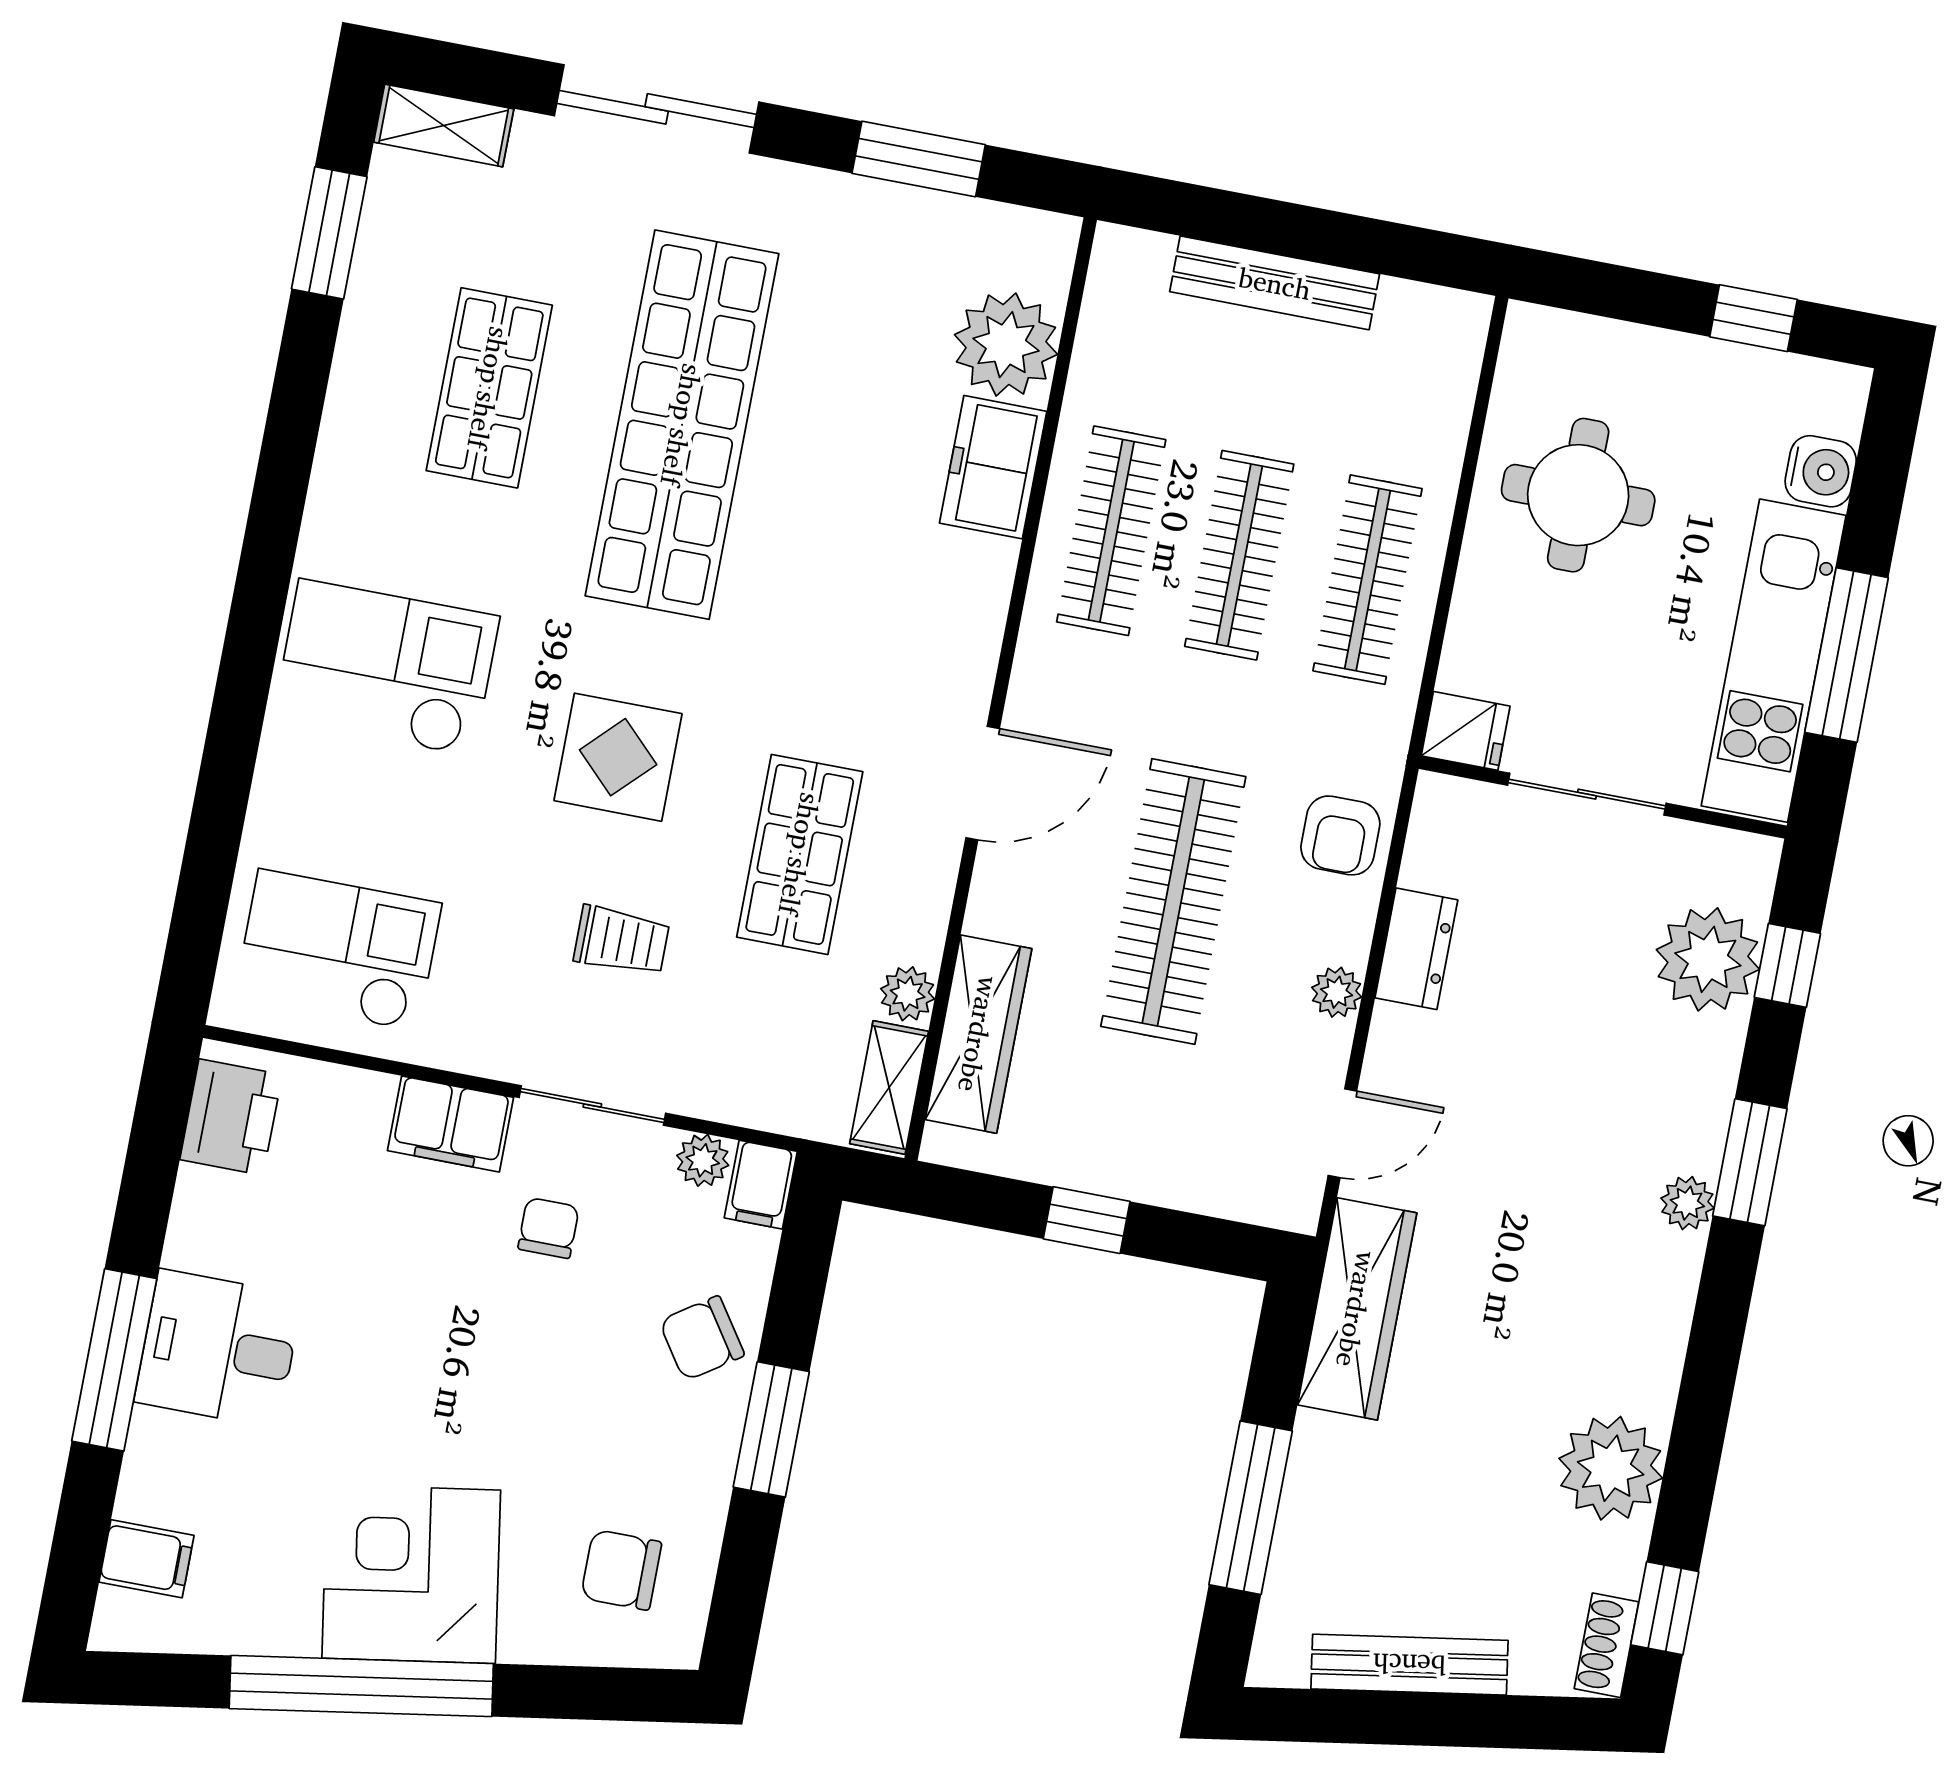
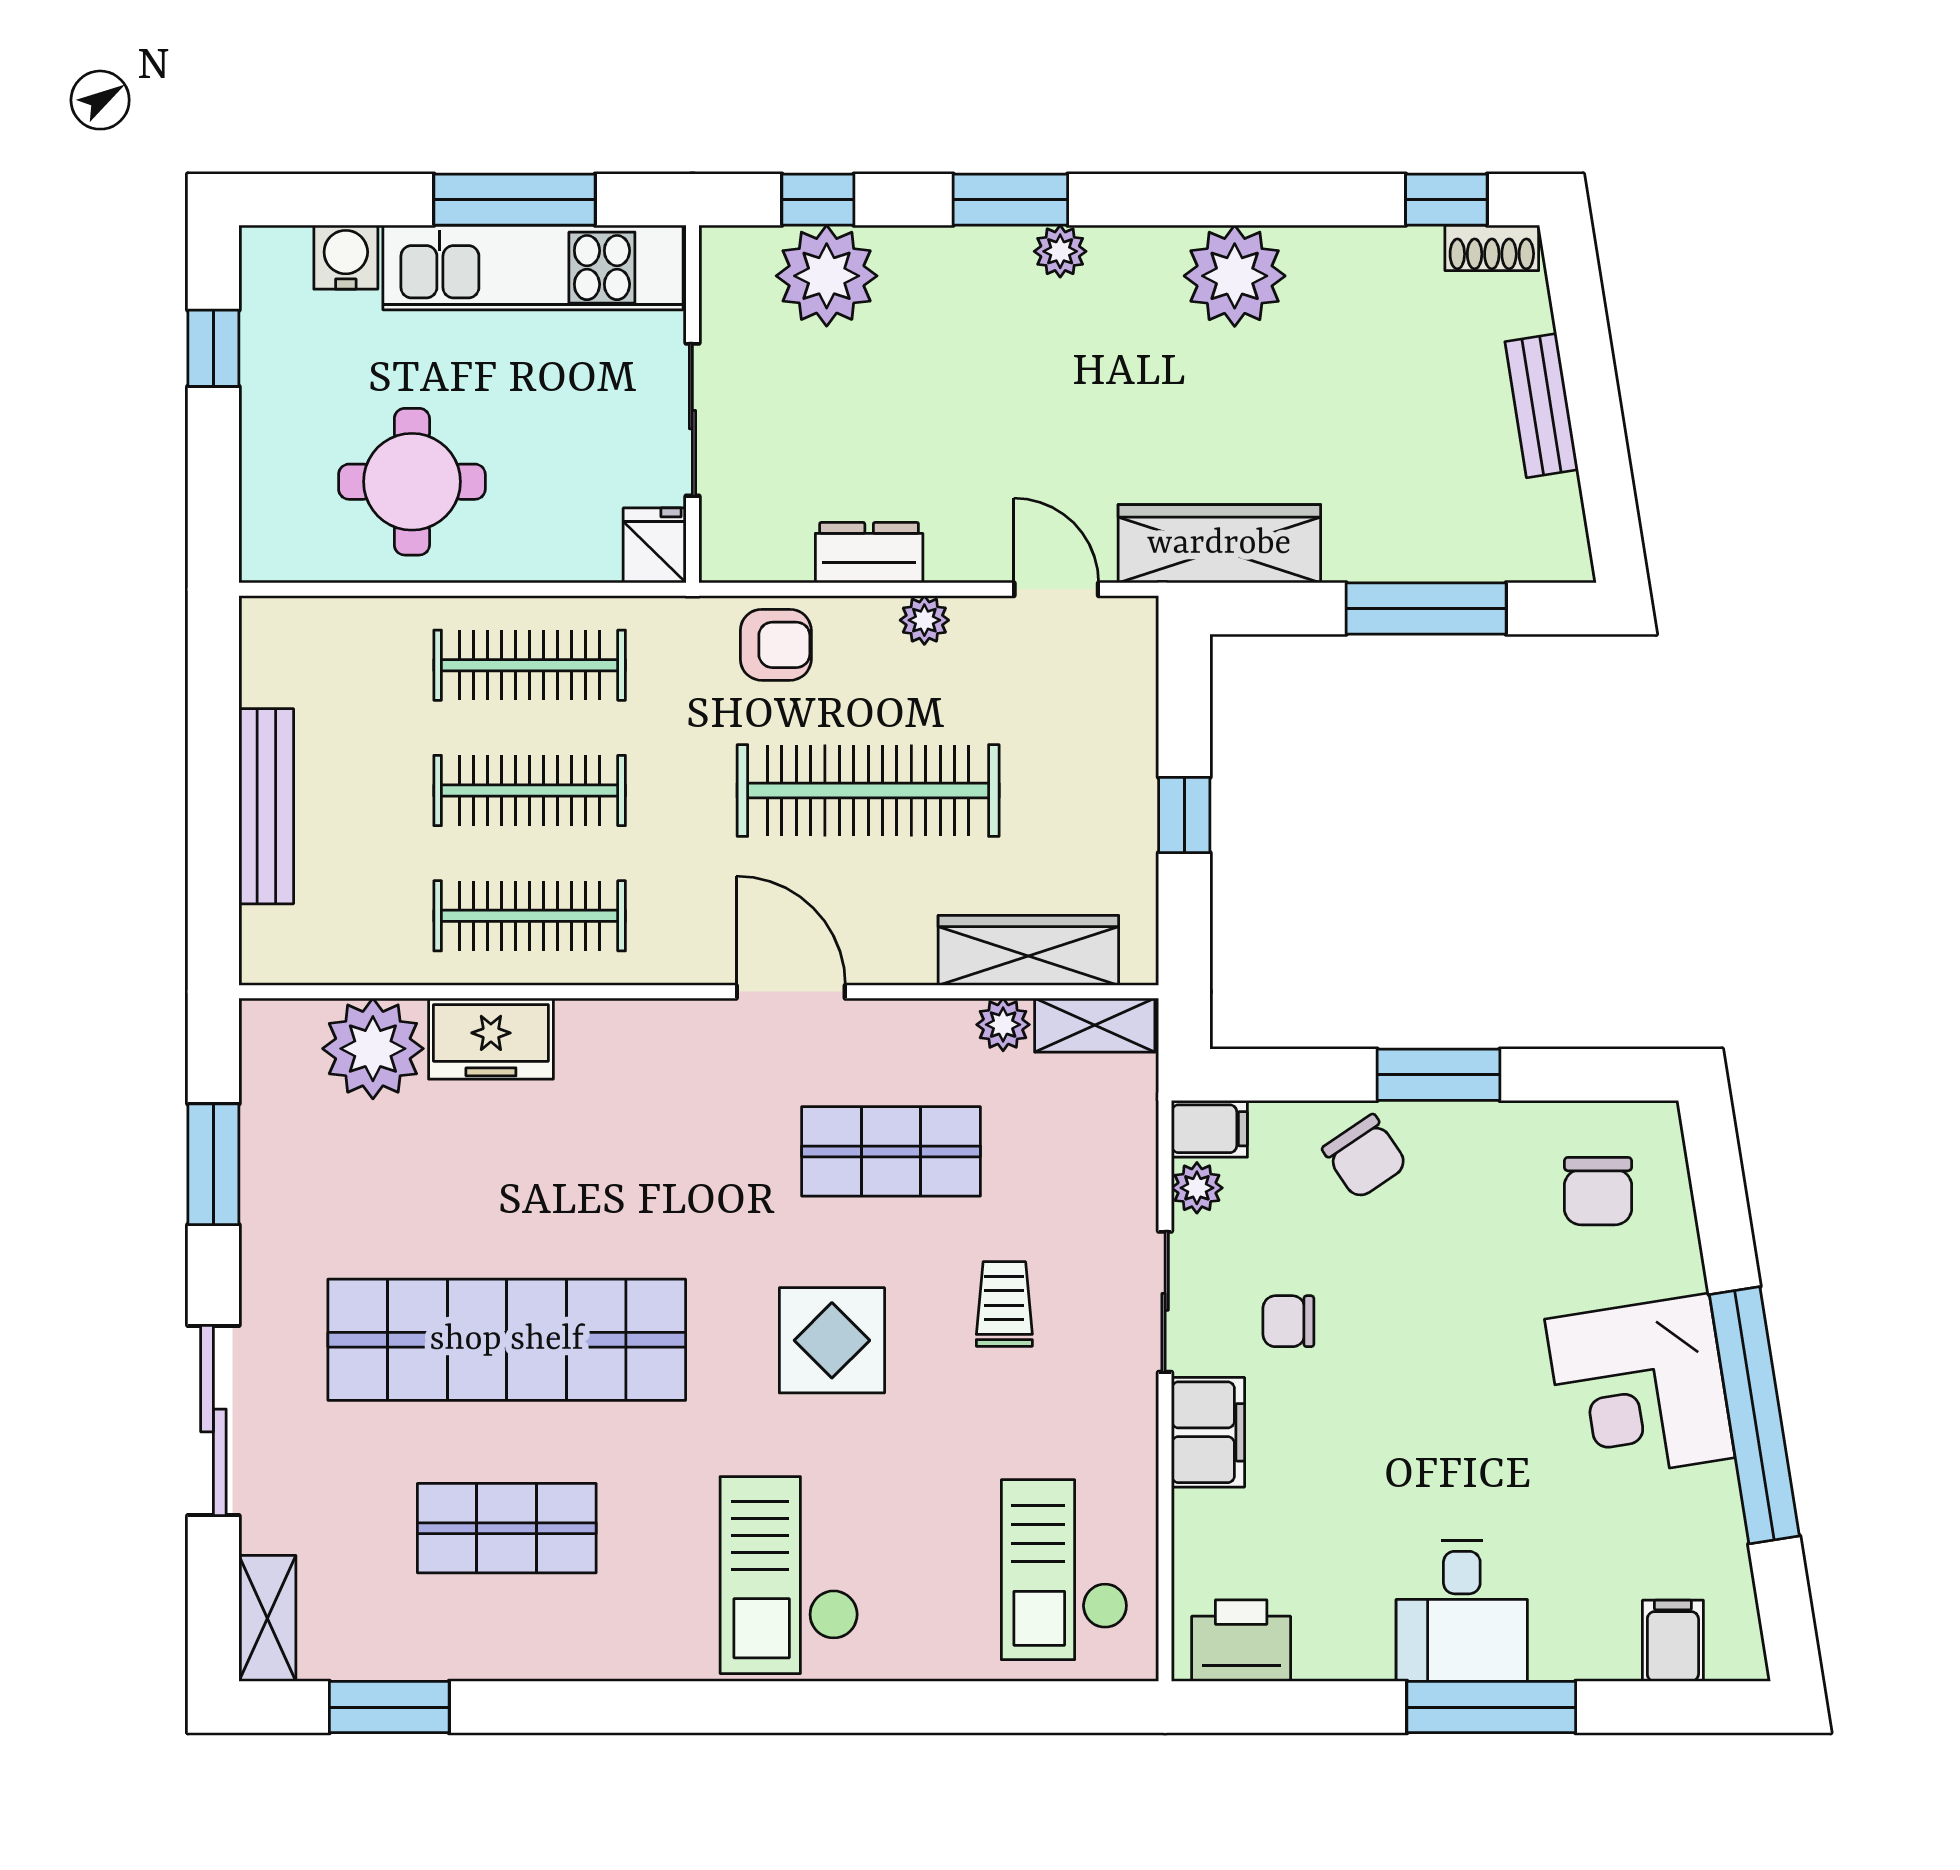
plant: (1611, 1468) -> (1235, 276), moved
bench: (1409, 1665) -> (1542, 406), width x0.73

